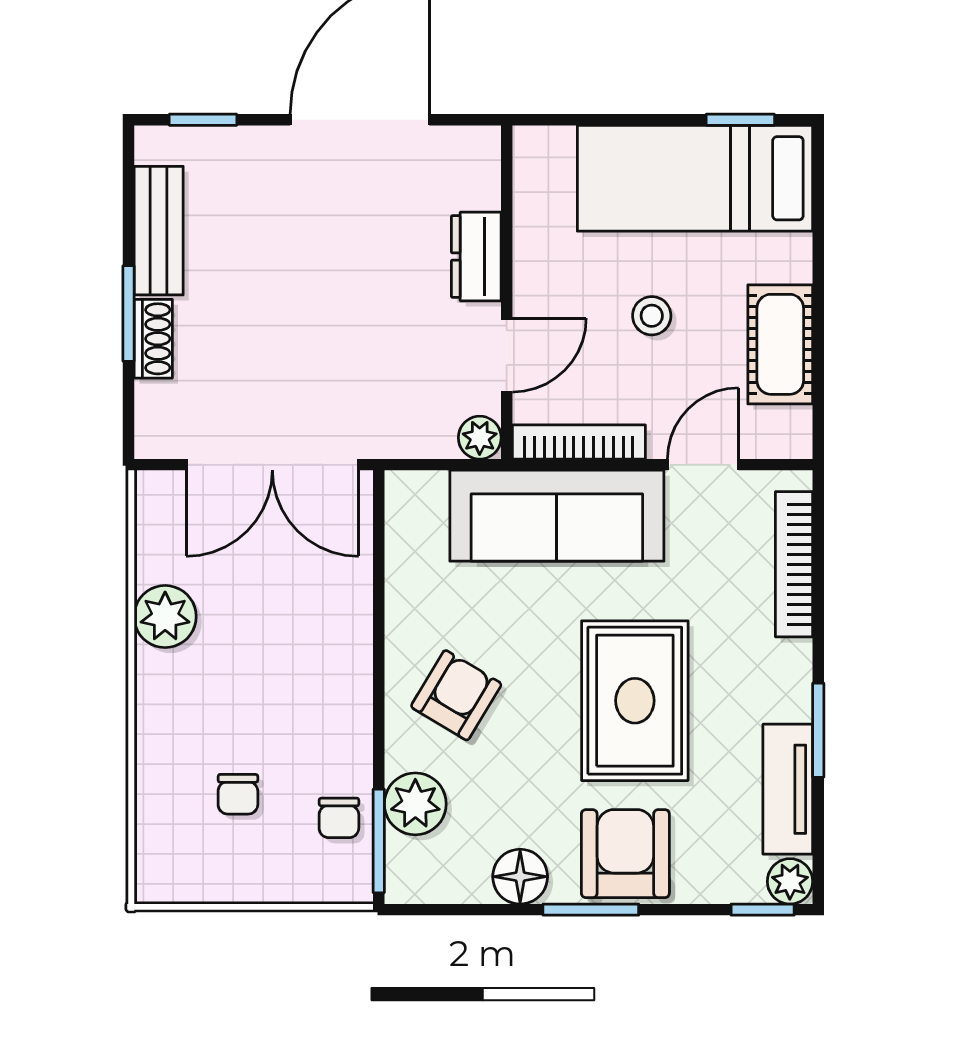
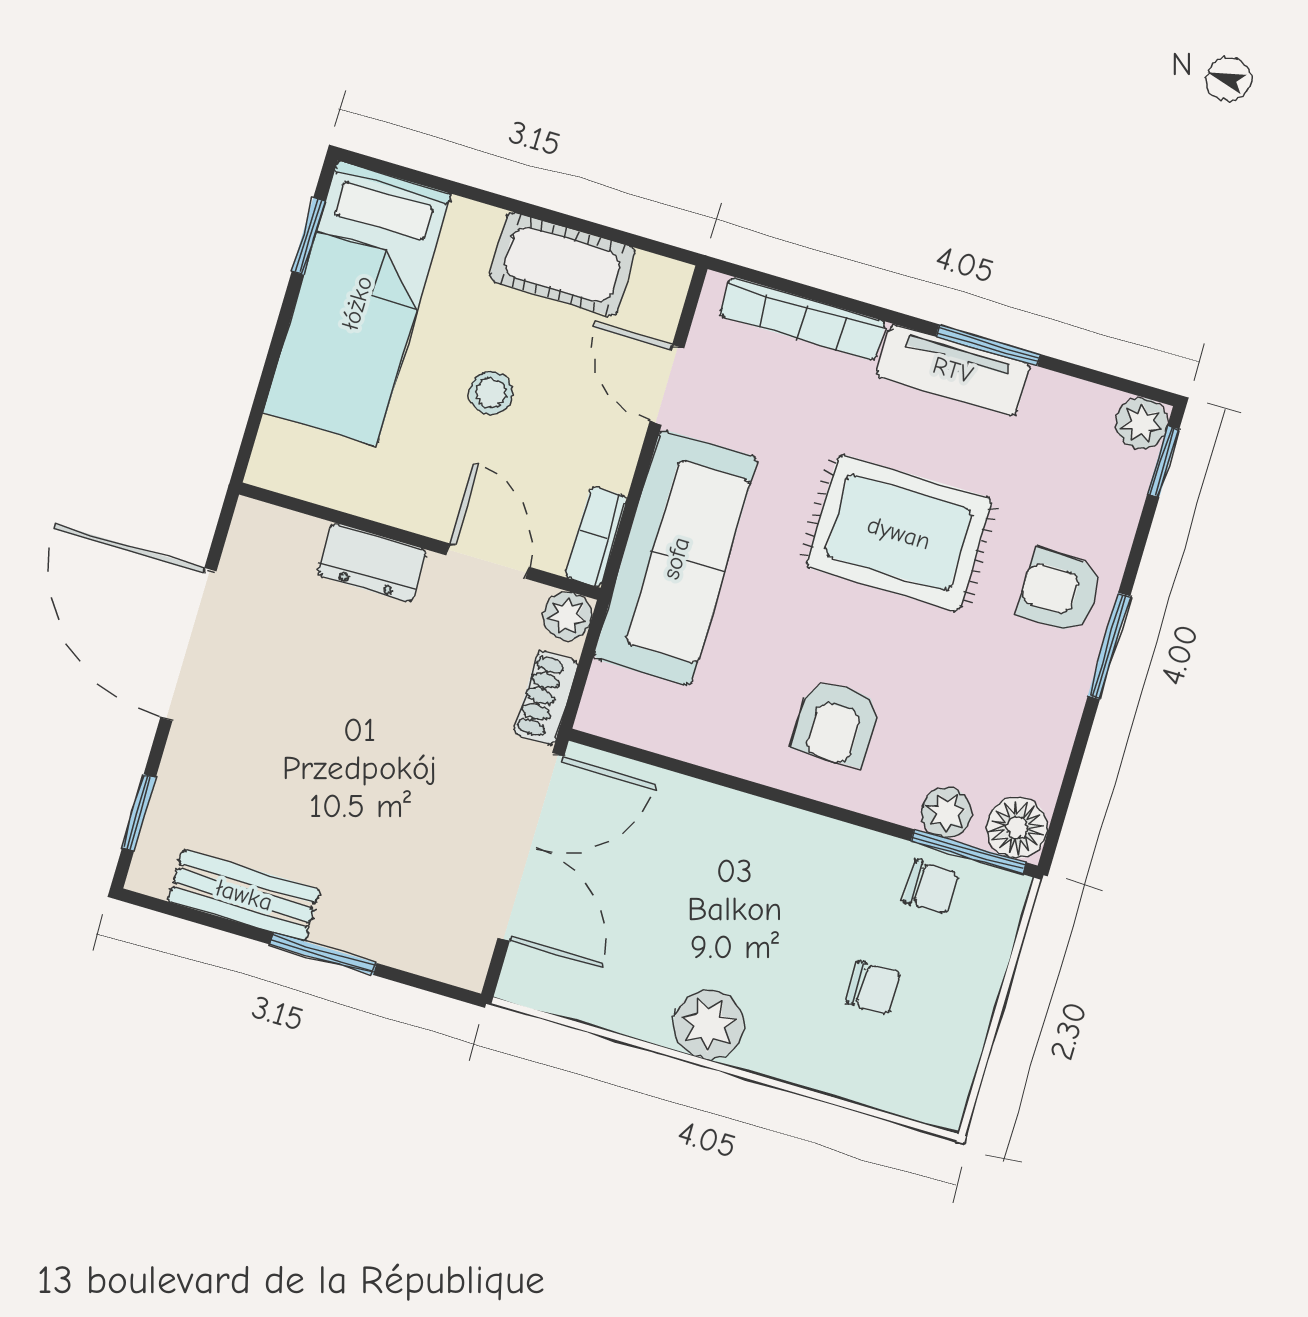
shoe rack: (153, 339) -> (546, 698), moved, turned -90
bookcase: (579, 442) -> (596, 537), width x0.64
plant: (165, 617) -> (709, 1025), moved
armchair: (456, 695) -> (836, 723), turned -121
tv unit: (788, 789) -> (953, 370), moved
plant: (415, 804) -> (946, 813), width x0.73, depth x0.73
armchair: (625, 854) -> (1060, 591), width x0.72, depth x0.72
floor lamp: (520, 877) -> (1017, 828), moved

